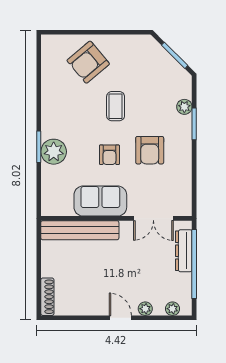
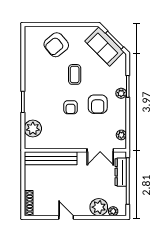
plant: (184, 107) -> (121, 93), moved
plant: (54, 152) -> (33, 129), moved
plant: (185, 196) -> (121, 135), added
sofa: (100, 201) -> (104, 46), moved, turned -135
plant: (145, 309) -> (99, 207), width x1.87, depth x1.87
door: (120, 318) -> (66, 217), moved

